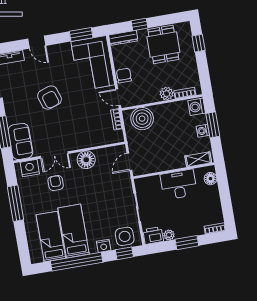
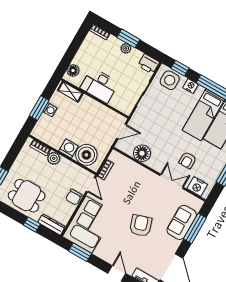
dining table: (163, 44) -> (27, 196), turned 90
washing machine: (197, 107) -> (68, 148), moved, turned -90
sofa: (20, 141) -> (182, 222), moved
floor lamp: (86, 160) -> (142, 153), moved
plant: (169, 235) -> (126, 48), moved

